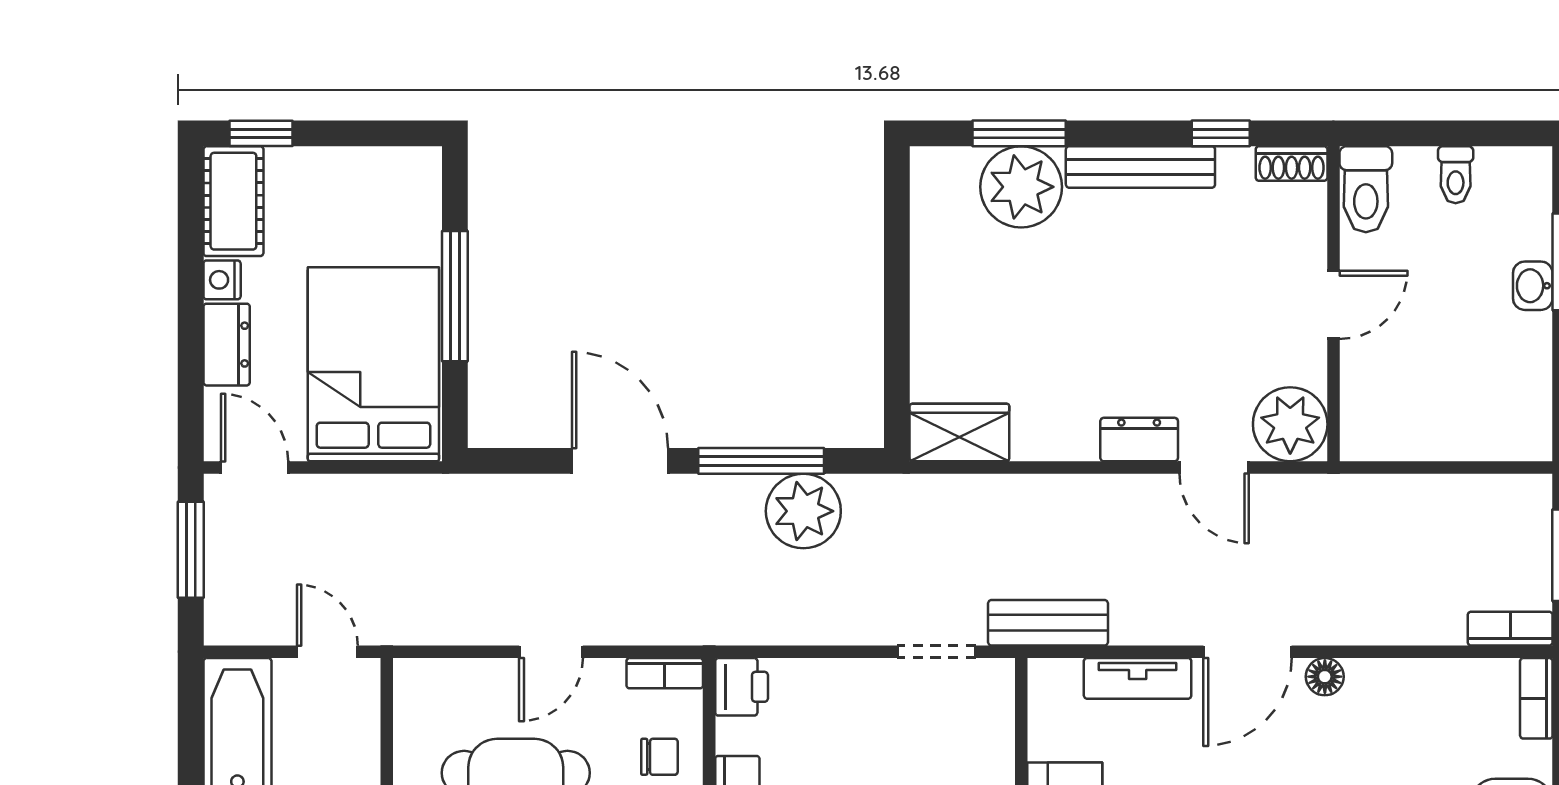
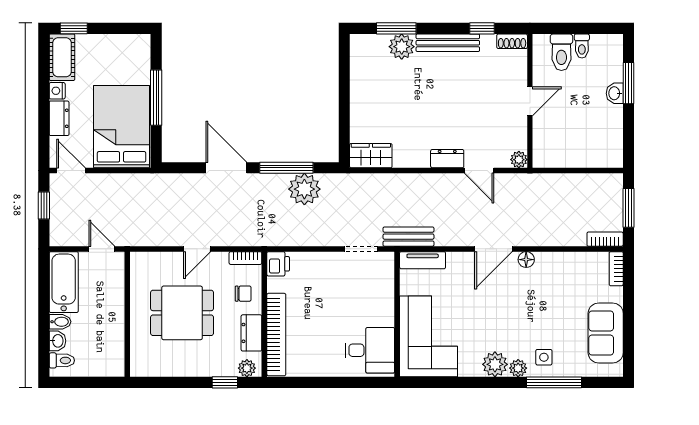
plant: (1021, 187) -> (402, 47), width x0.73, depth x0.73
toilet: (1366, 189) -> (561, 52), moved
plant: (1290, 424) -> (519, 160), width x0.53, depth x0.53
window: (191, 550) -> (44, 206), width x0.67
tv unit: (1138, 678) -> (423, 260), moved

